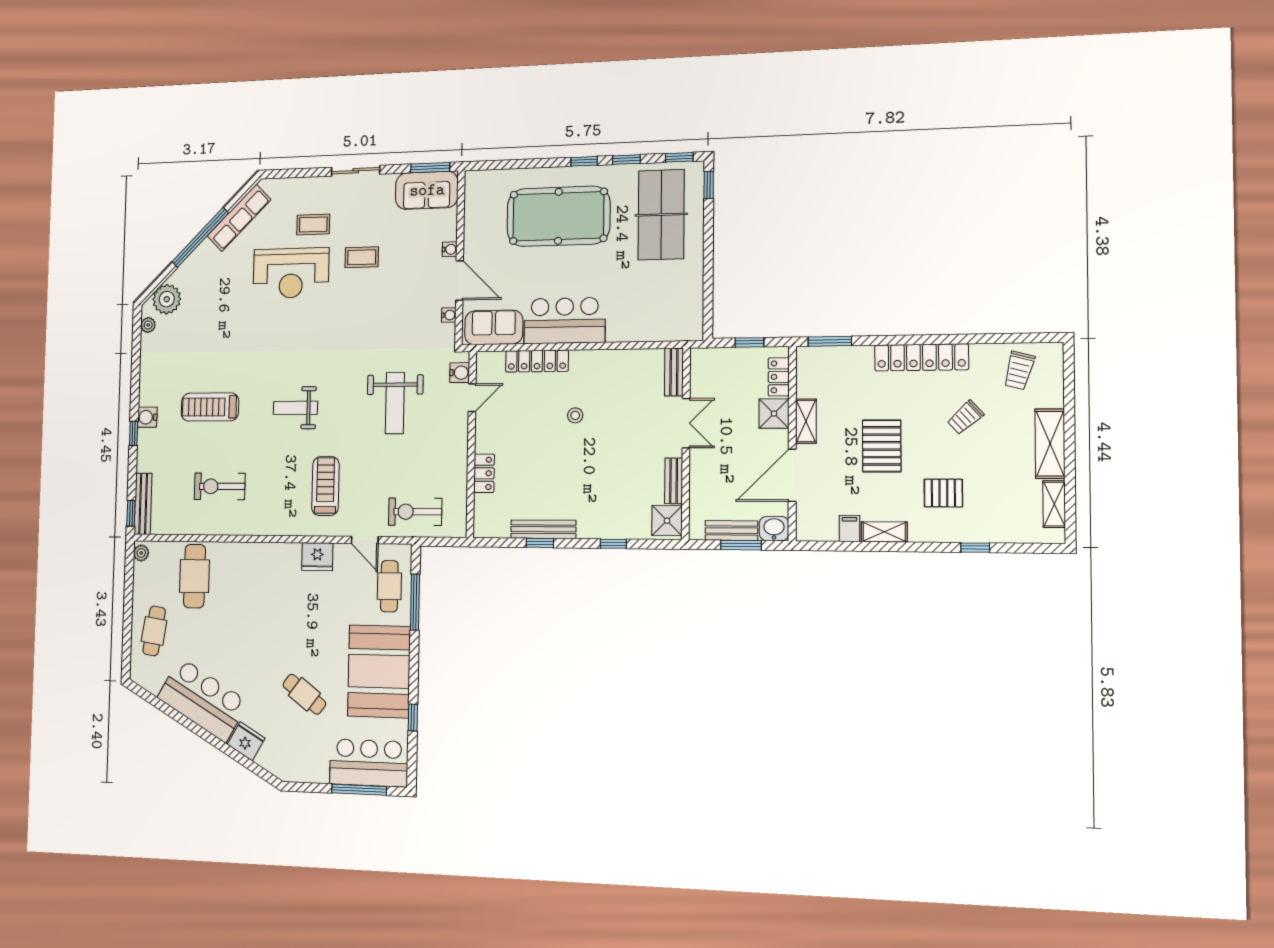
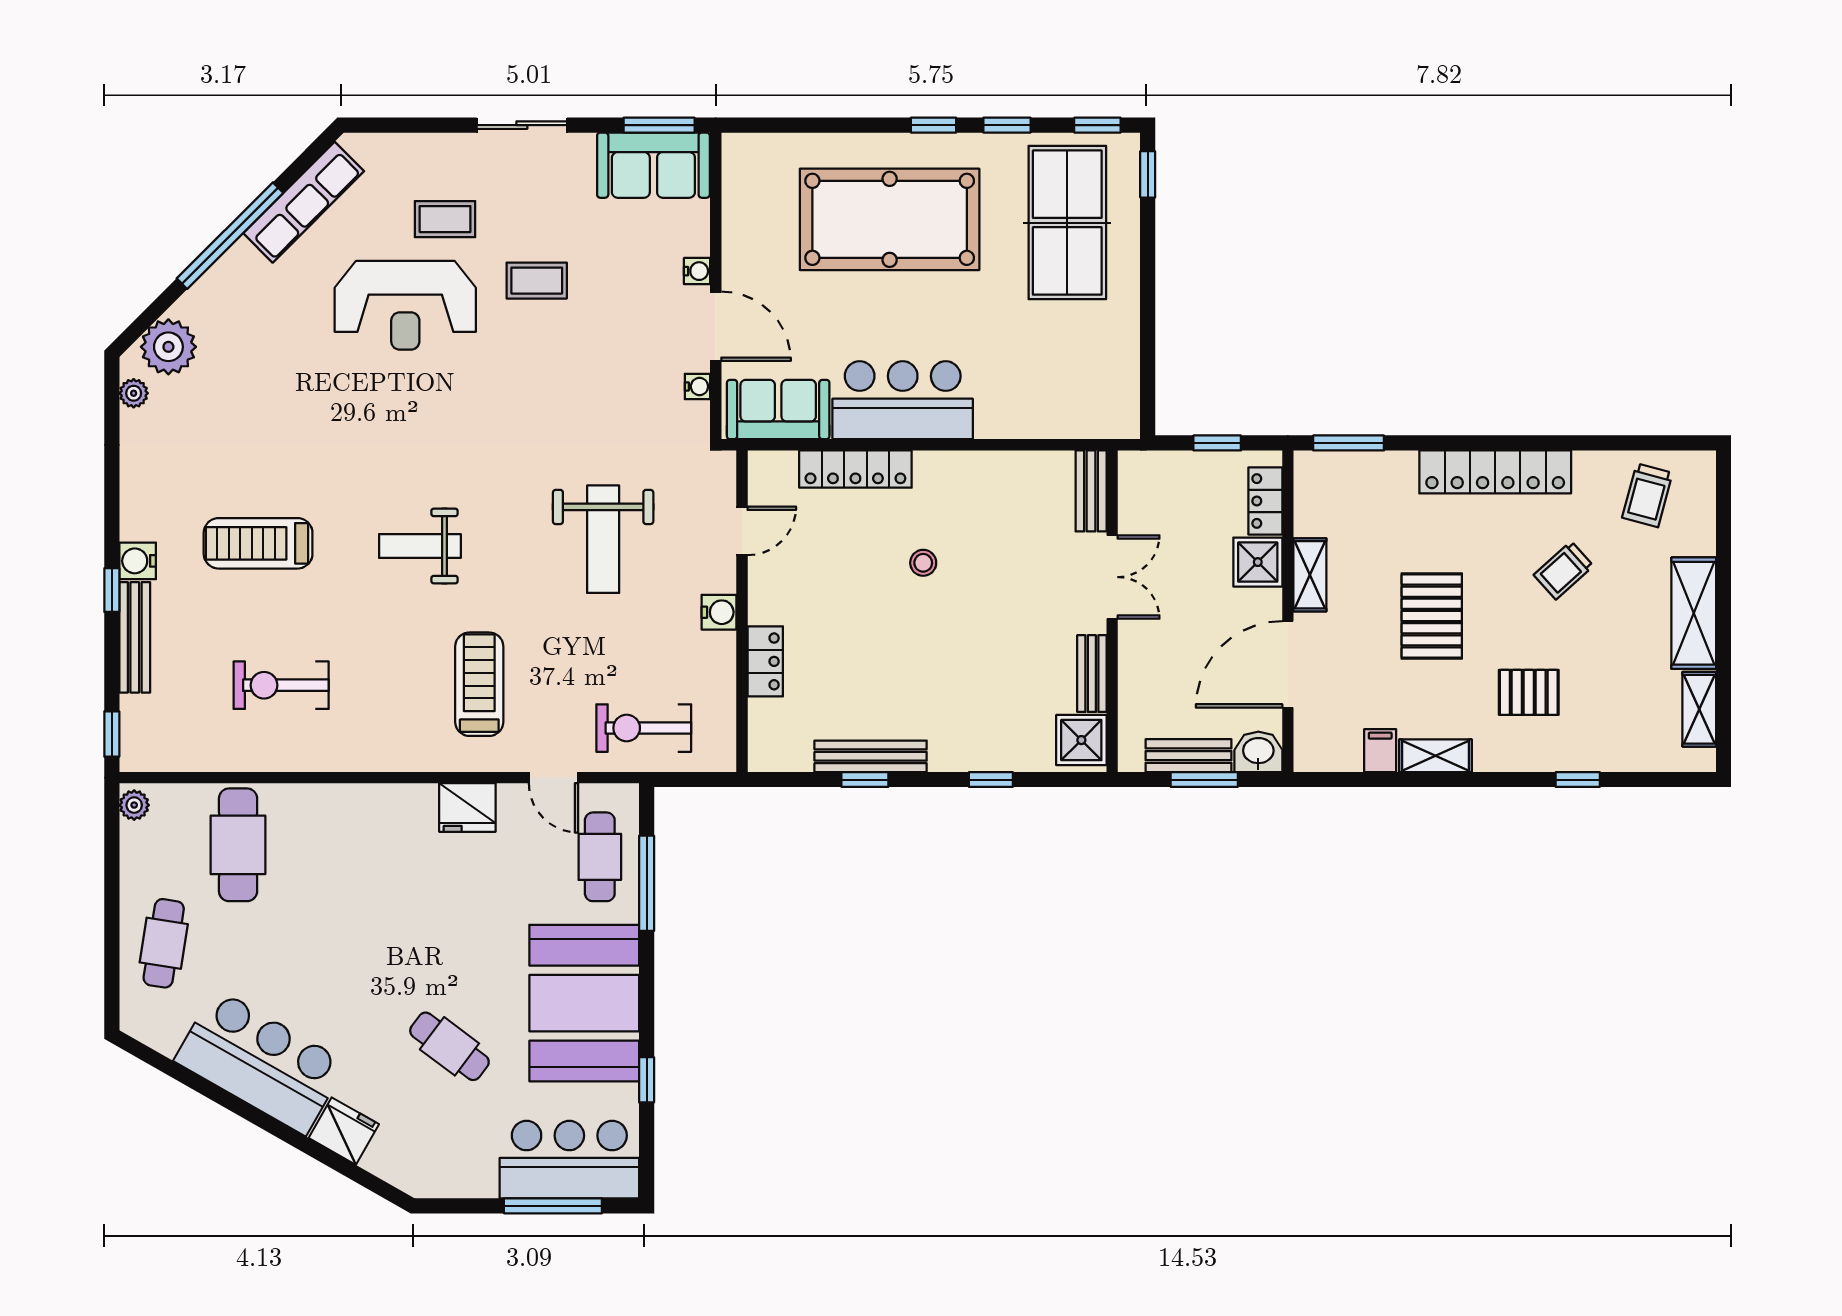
water cooler: (460, 373) -> (719, 612), moved
bench: (143, 504) -> (135, 637), moved

